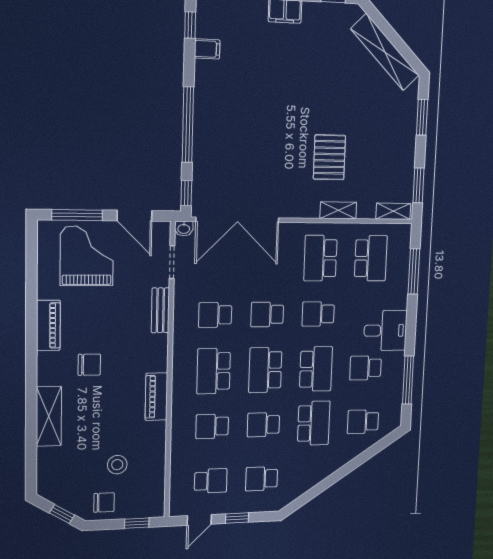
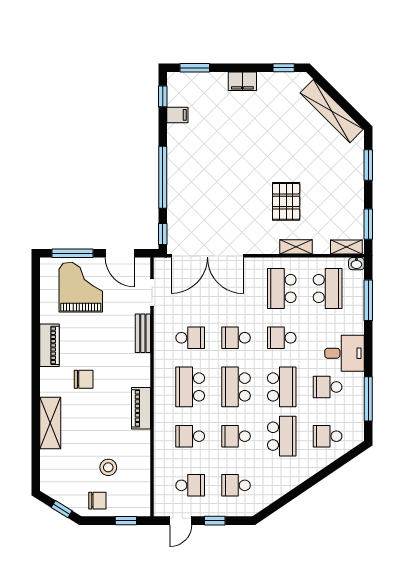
washbasin: (184, 229) -> (356, 264), moved
school desk: (215, 315) -> (190, 338), turned 180

